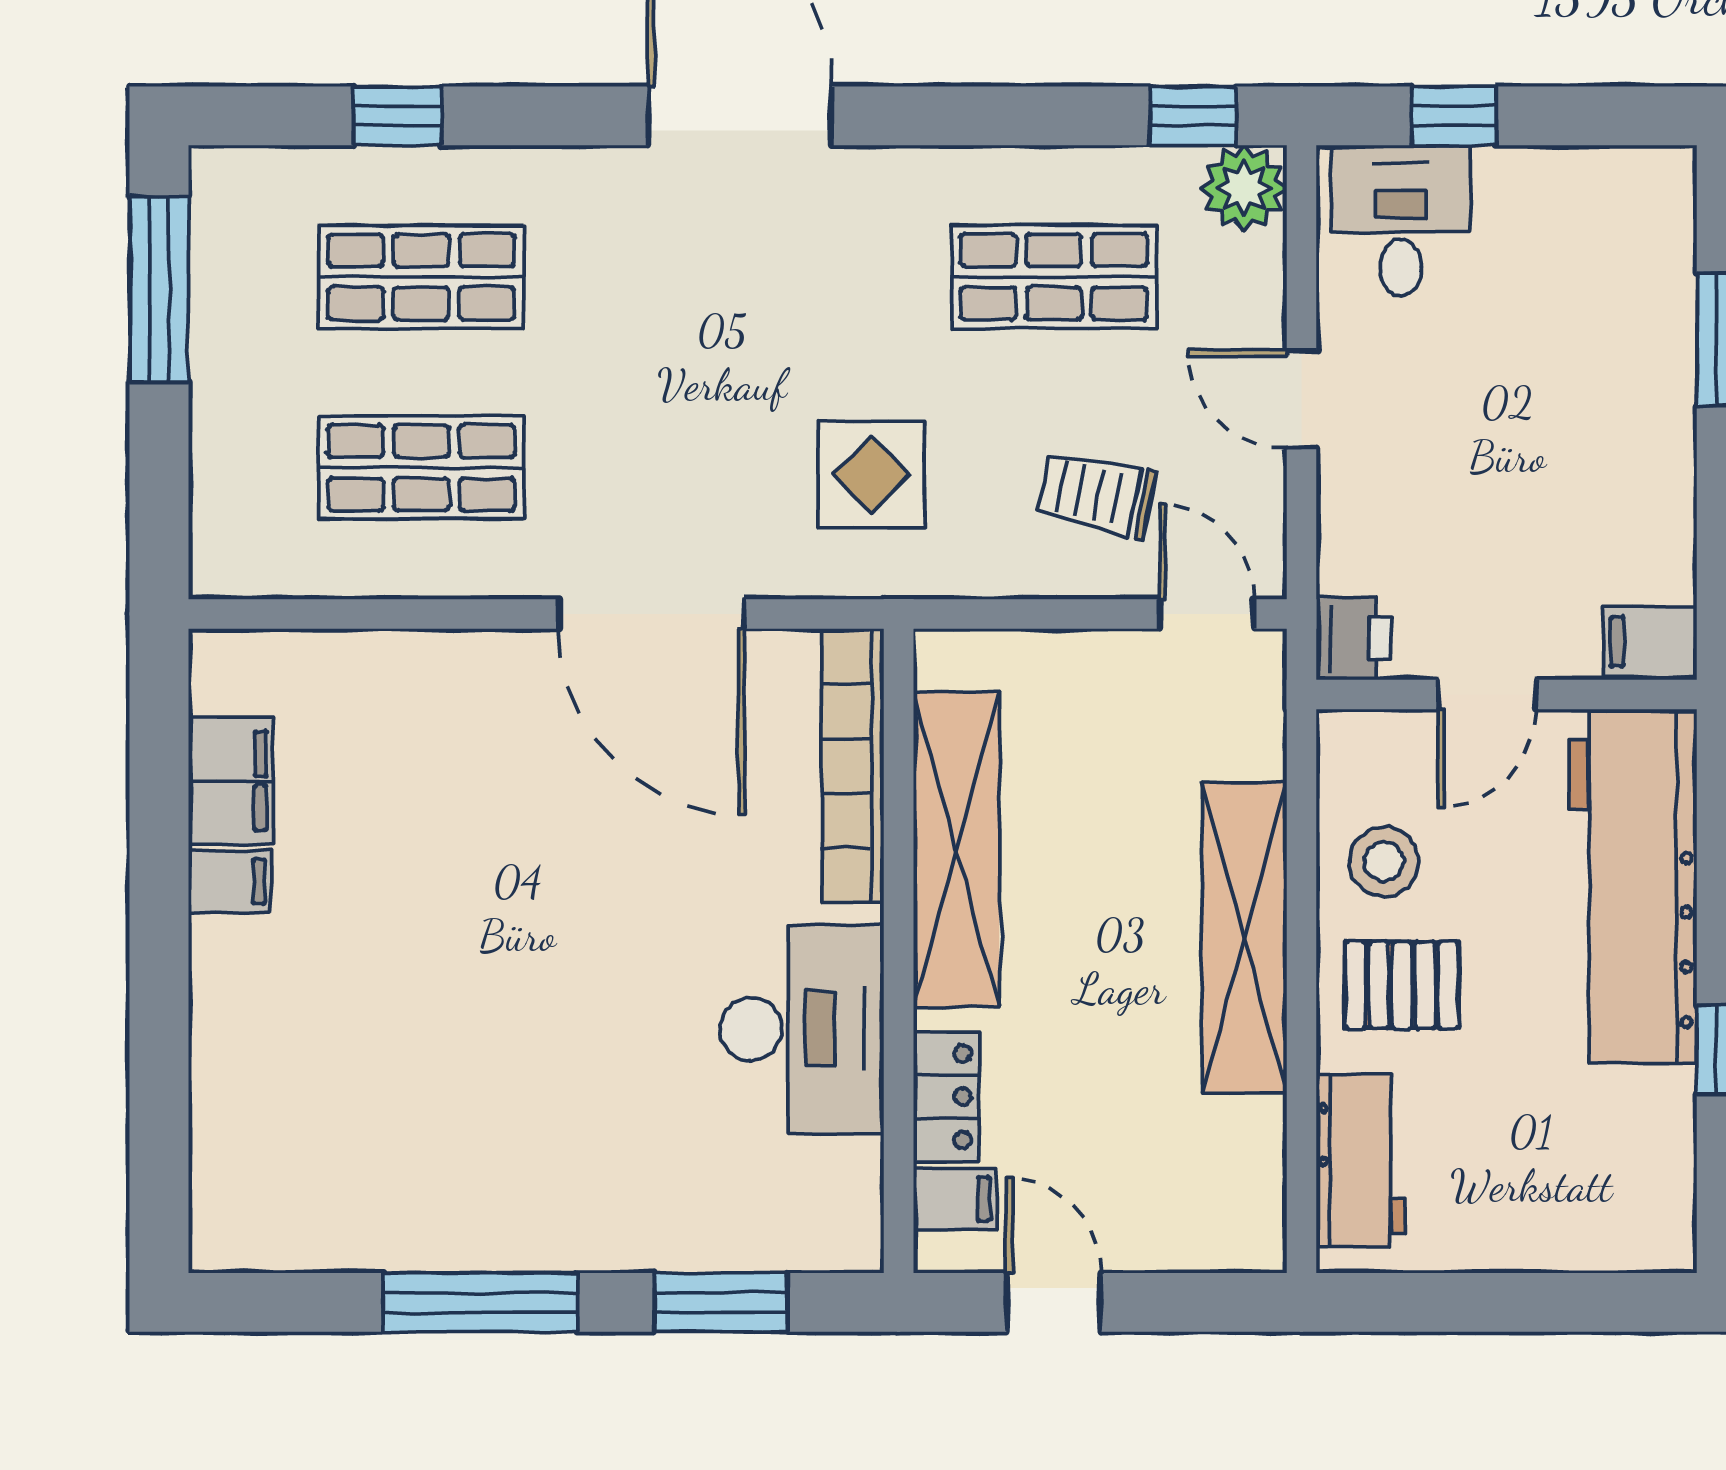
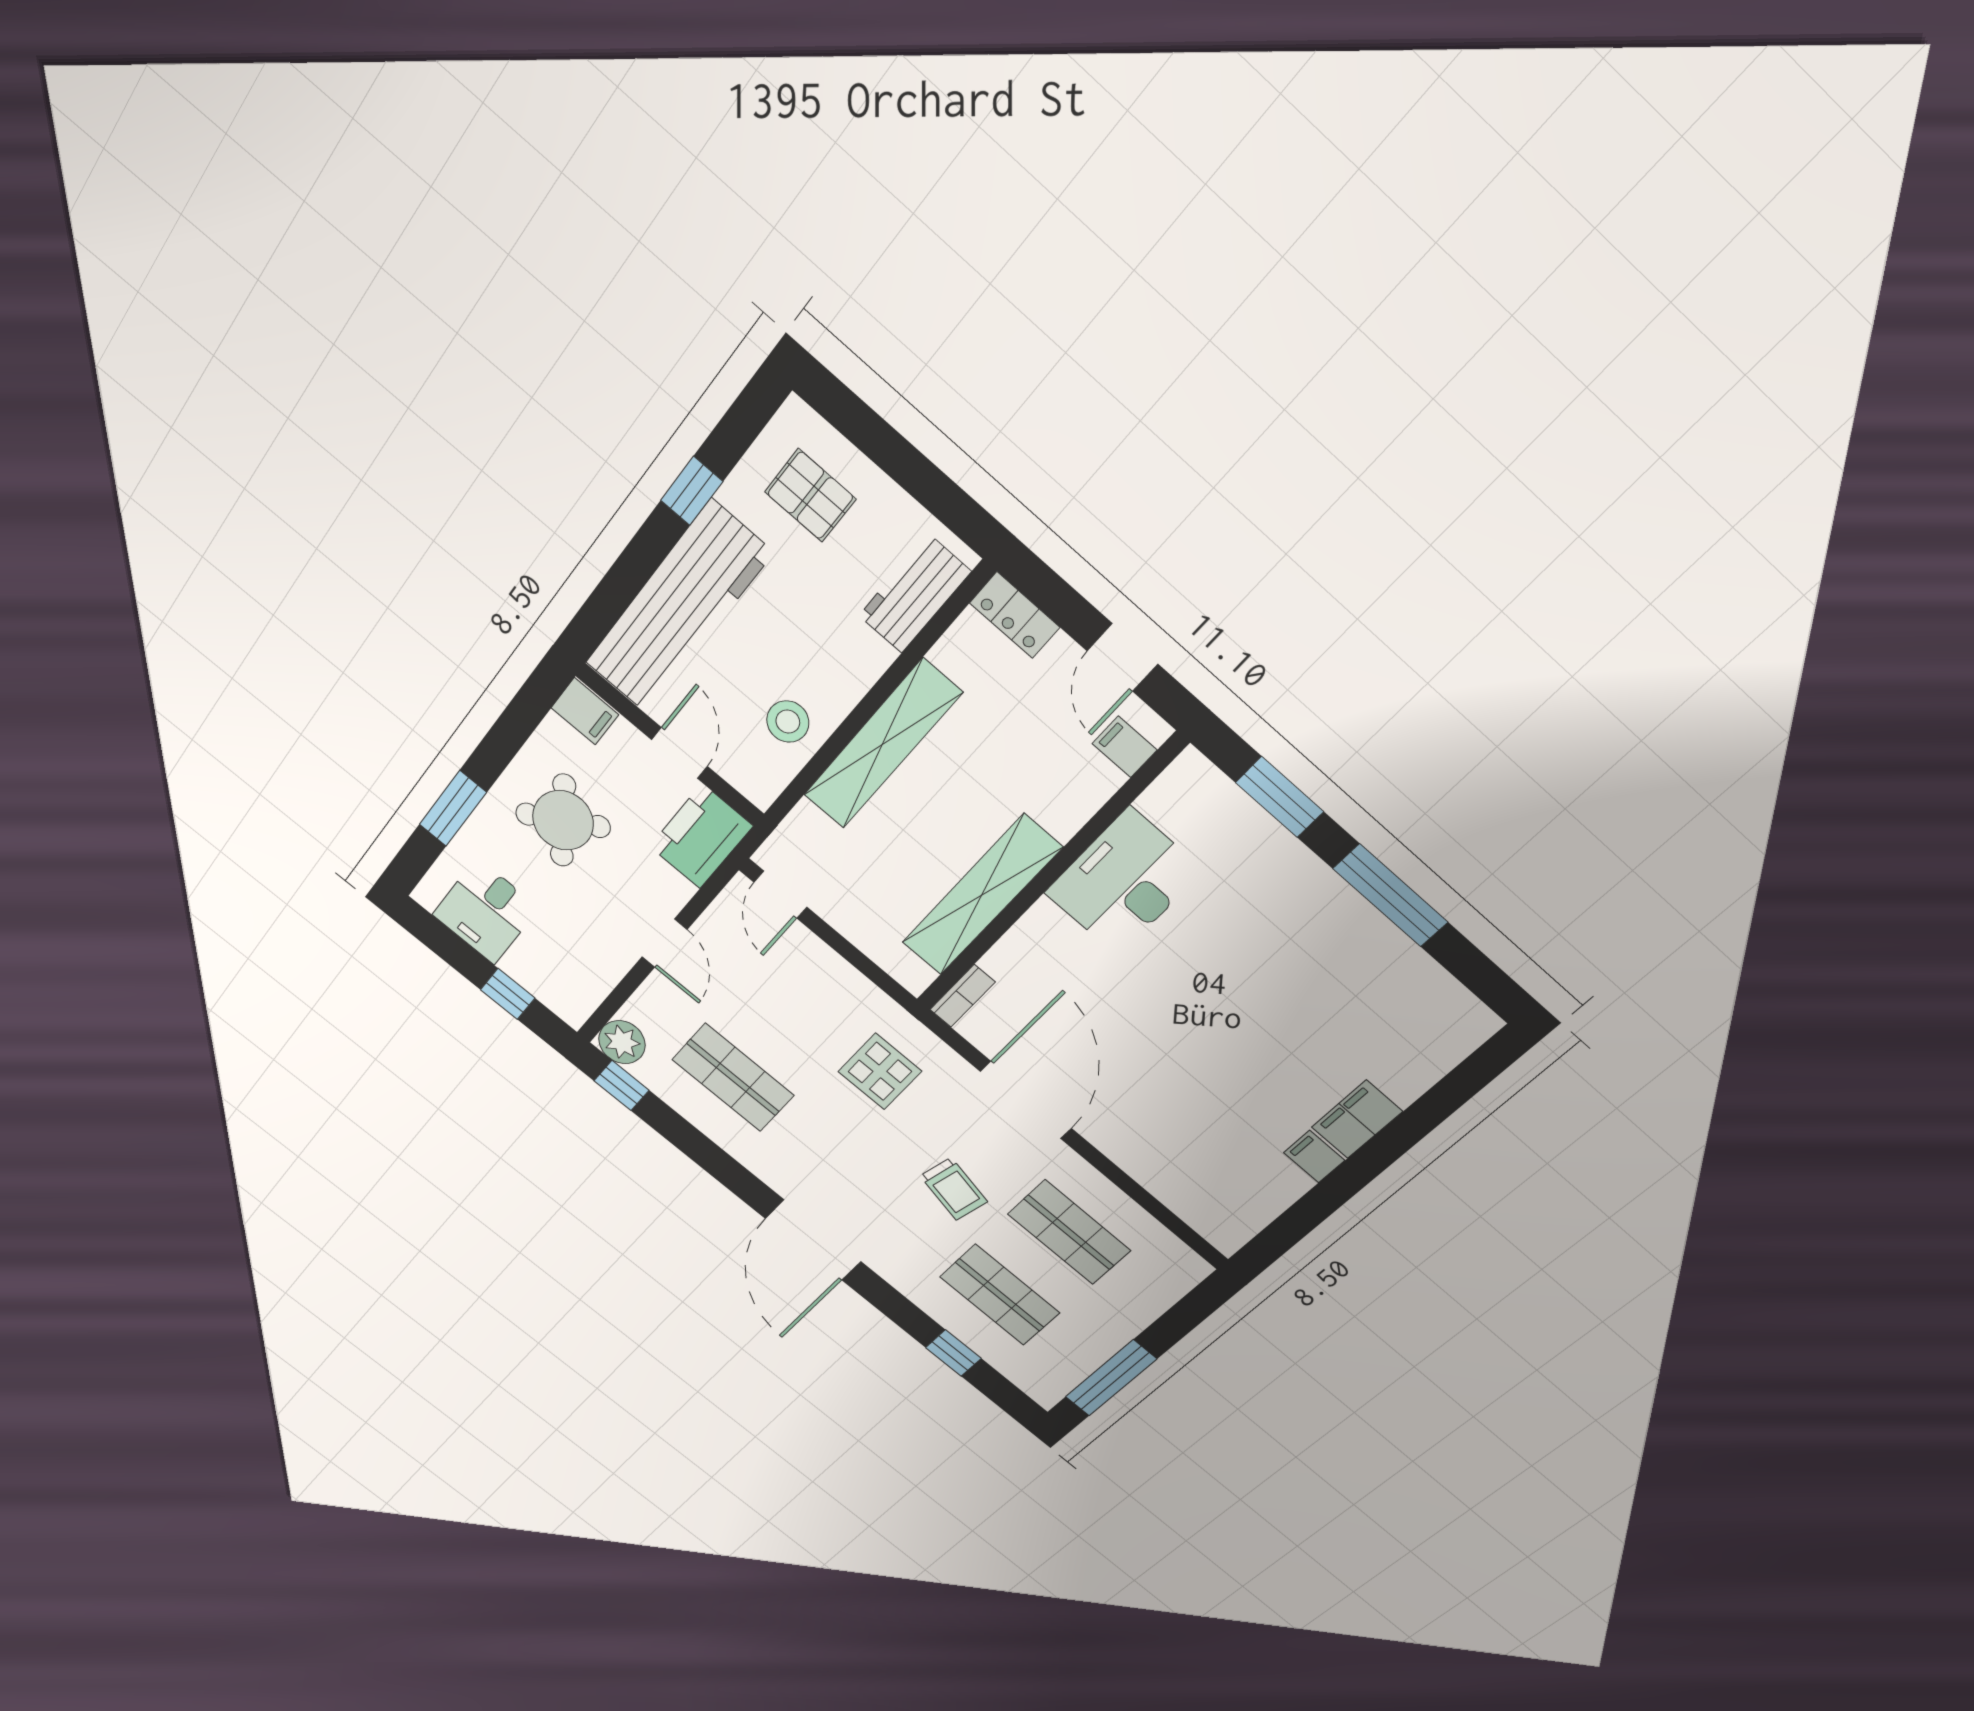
desk: (1401, 221) -> (486, 911), moved
round table: (1568, 458) -> (563, 820), added
trolley: (1096, 494) -> (954, 1189), moved
printer: (1354, 639) -> (701, 836), width x1.87, depth x1.48
door: (1487, 694) -> (679, 753), hinge flipped
bookcase: (853, 766) -> (963, 996), width x0.43, depth x0.76
filing cabinet: (231, 781) -> (1357, 1119), moved
pallet: (1402, 985) -> (810, 495), moved
locker: (946, 1097) -> (1015, 615), moved, turned -90

